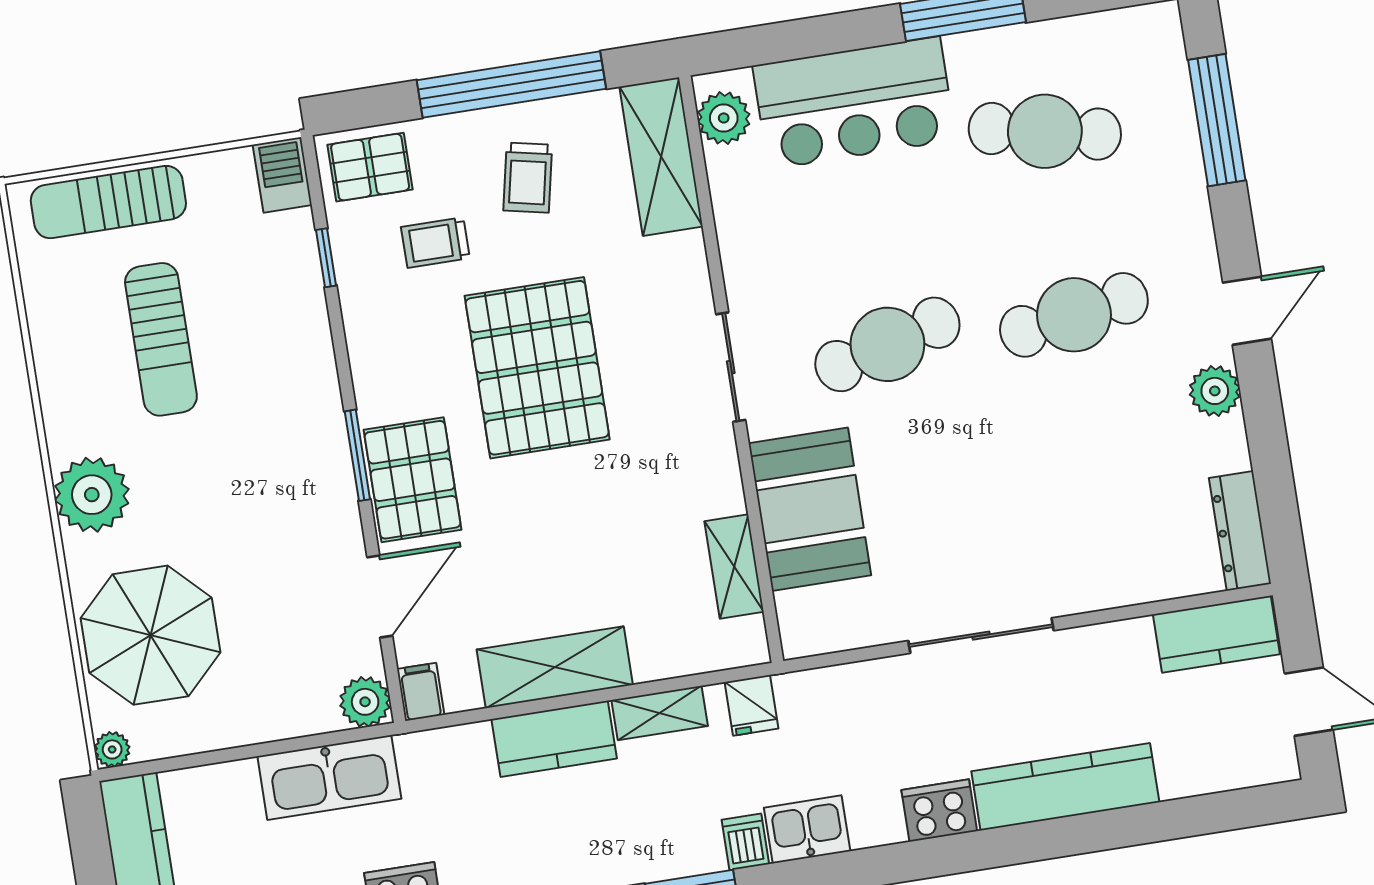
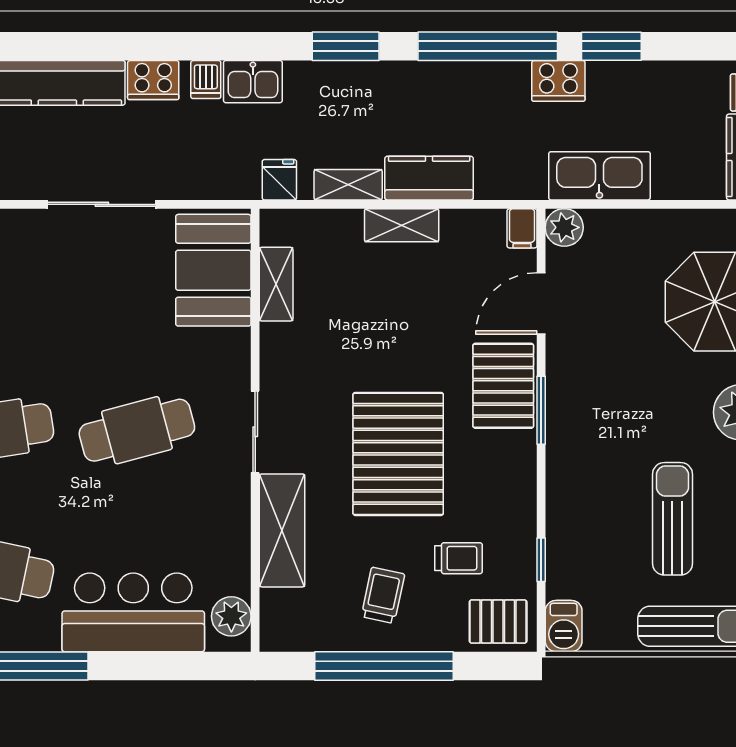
shelving: (661, 157) -> (282, 530), moved
booth: (810, 509) -> (213, 270), moved
shelving: (555, 667) -> (402, 225), width x0.67, depth x0.75
dishwasher: (745, 842) -> (206, 80), moved

